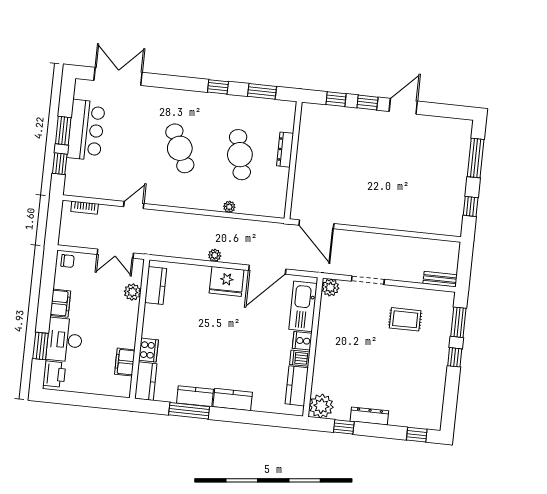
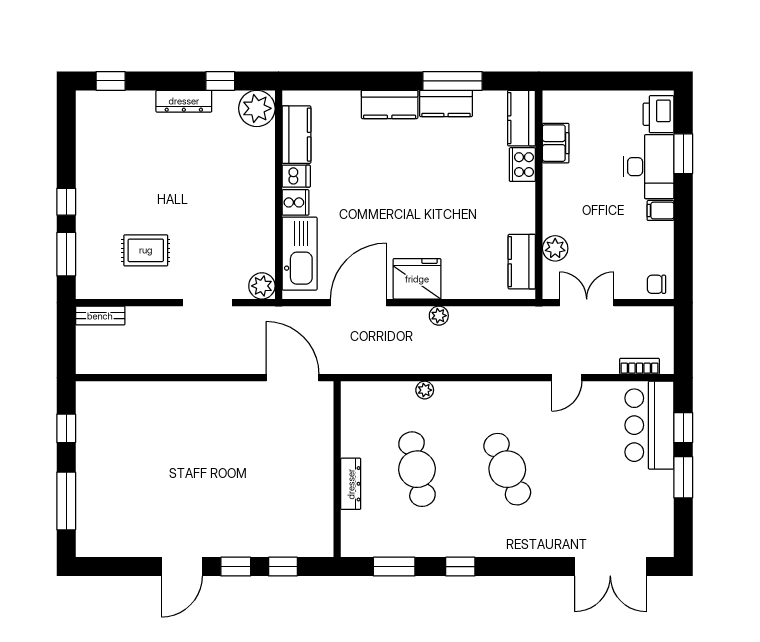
bar counter: (86, 130) -> (649, 425), moved
filing cabinet: (60, 303) -> (660, 210), width x0.50

